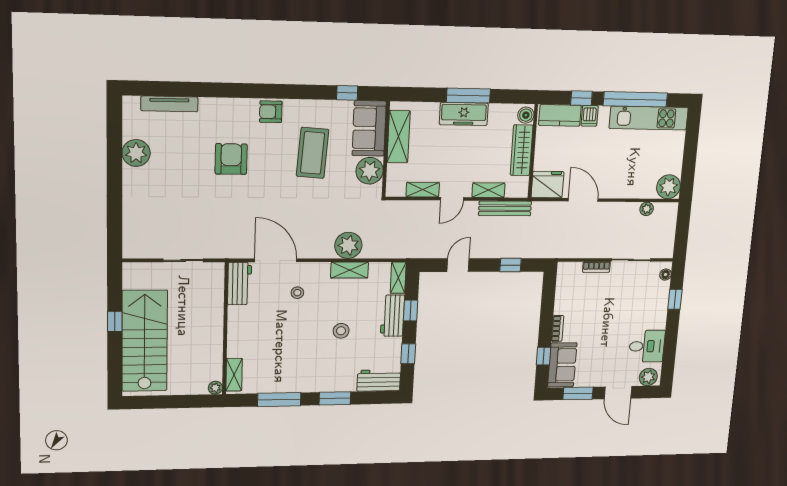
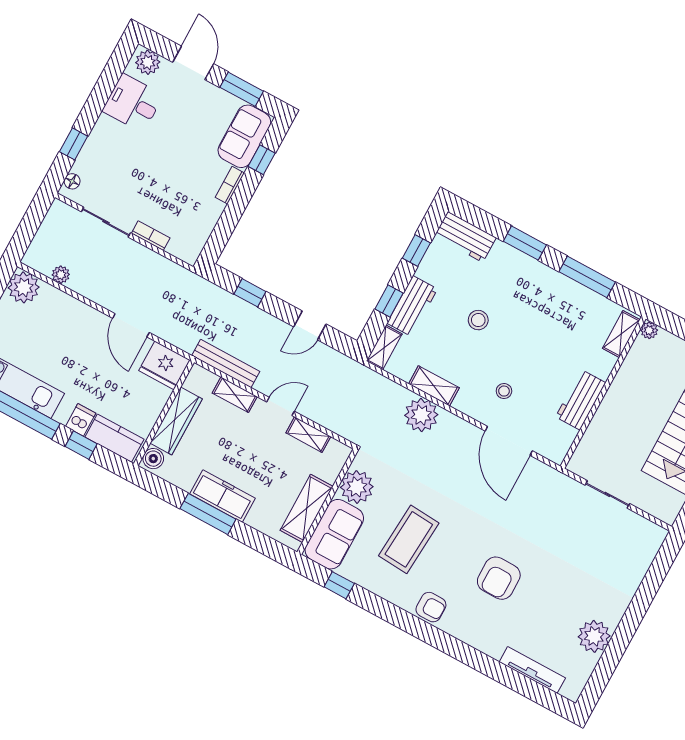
workbench: (239, 284) -> (581, 400), moved

